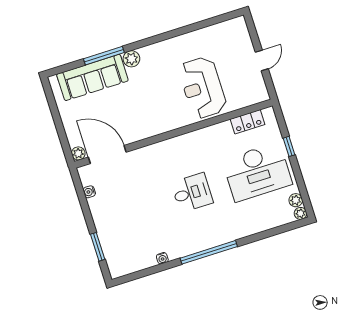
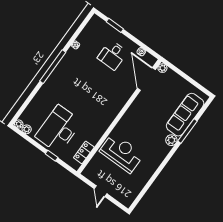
door: (107, 155) -> (146, 79), swing flipped
desk: (192, 193) -> (112, 55), moved

